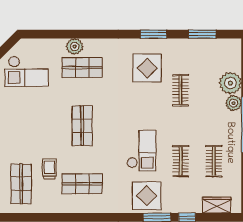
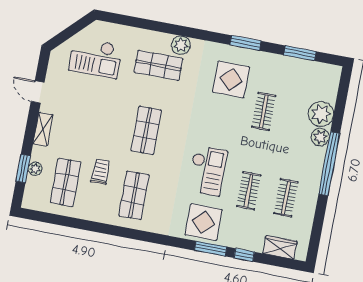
plant: (75, 47) -> (181, 45), moved
shop shelf: (82, 184) -> (134, 195), turned 90

